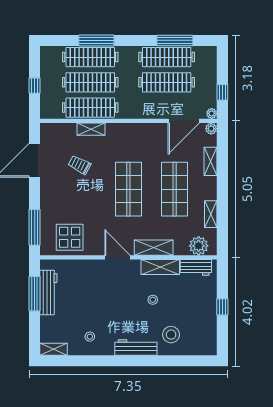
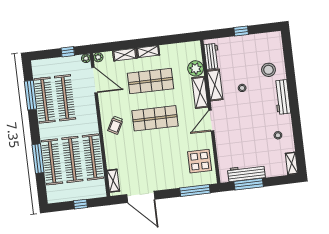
shelving: (91, 129) -> (113, 181), moved
trolley: (79, 165) -> (115, 125), moved
shelving: (211, 214) -> (148, 52), moved
plant: (199, 246) -> (196, 68), moved

